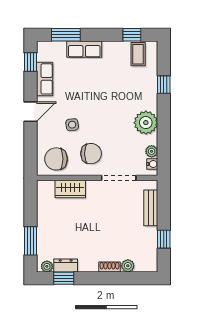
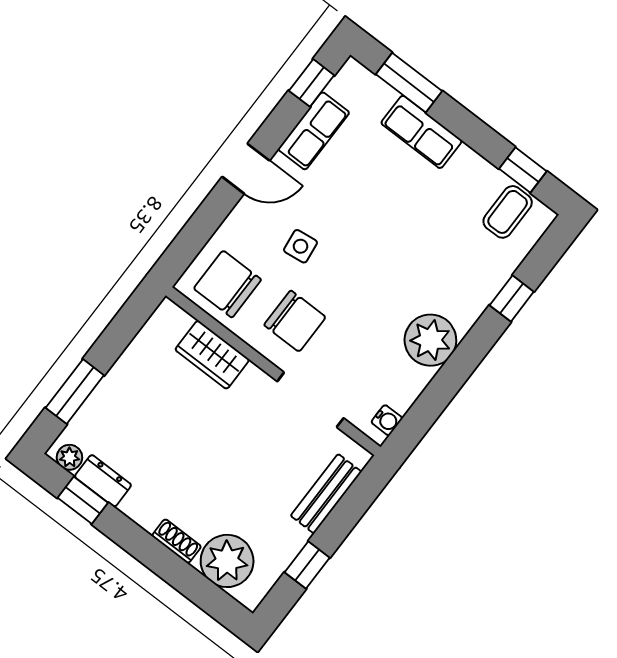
plant: (152, 151) -> (402, 397), removed
plant: (128, 266) -> (227, 561), width x1.88, depth x1.88

